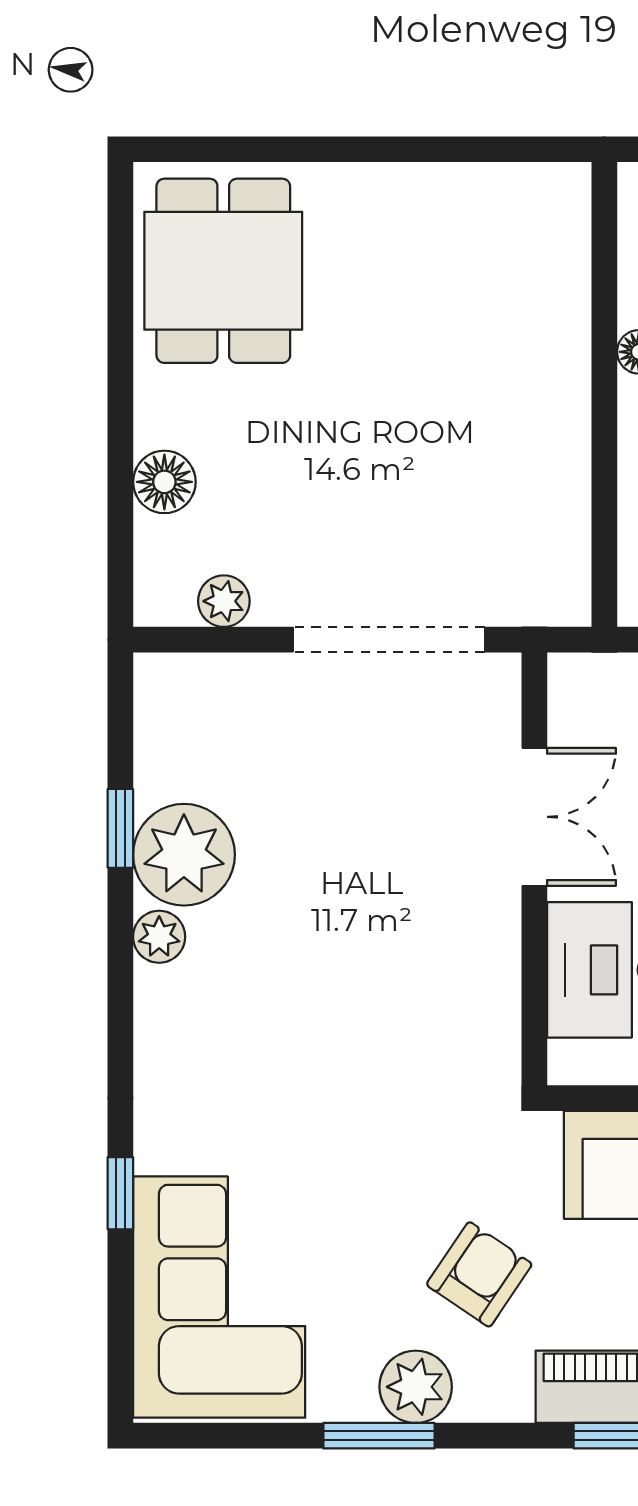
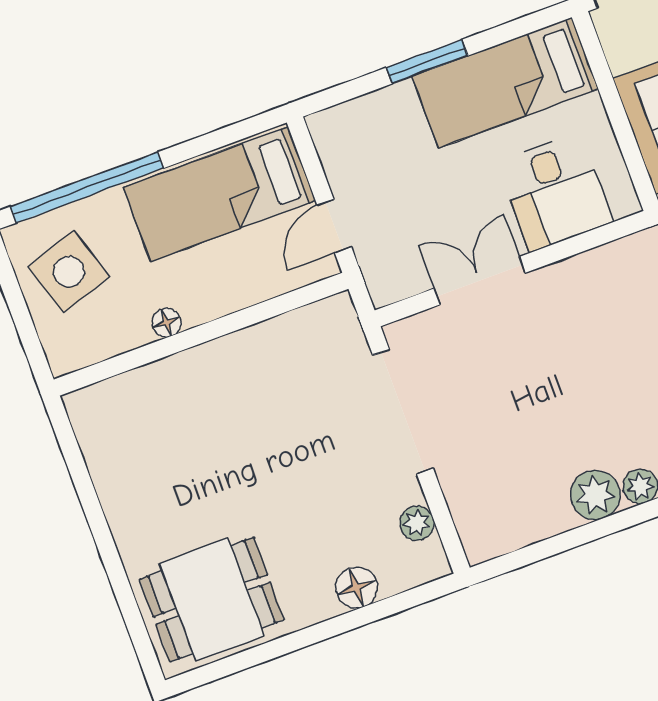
window: (120, 828) -> (582, 535), removed
plant: (184, 855) -> (595, 495), width x0.73, depth x0.73

